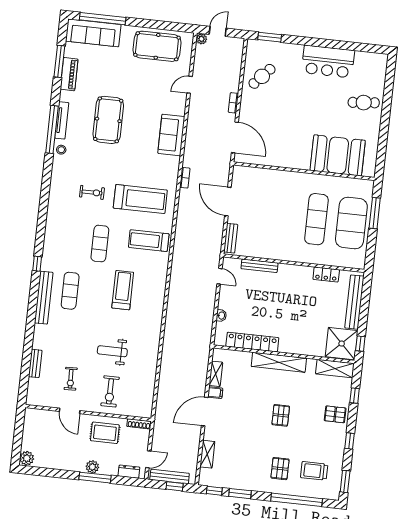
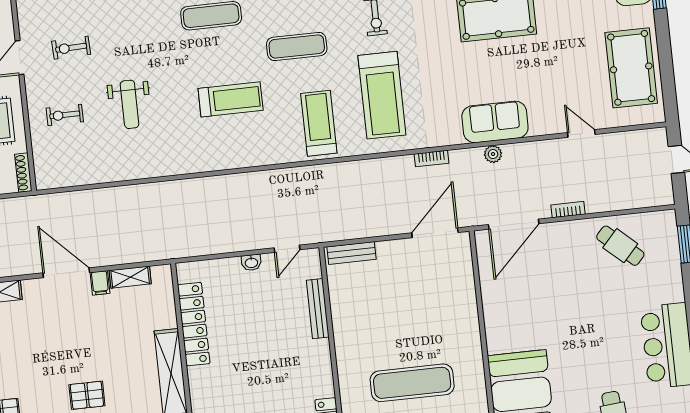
plant: (201, 39) -> (493, 154), moved
door: (228, 201) -> (435, 233), moved
washbasin: (221, 316) -> (251, 262), moved
weight bench: (112, 351) -> (130, 104), turned 180
exercise bike: (110, 391) -> (65, 115), width x0.73, depth x0.72

